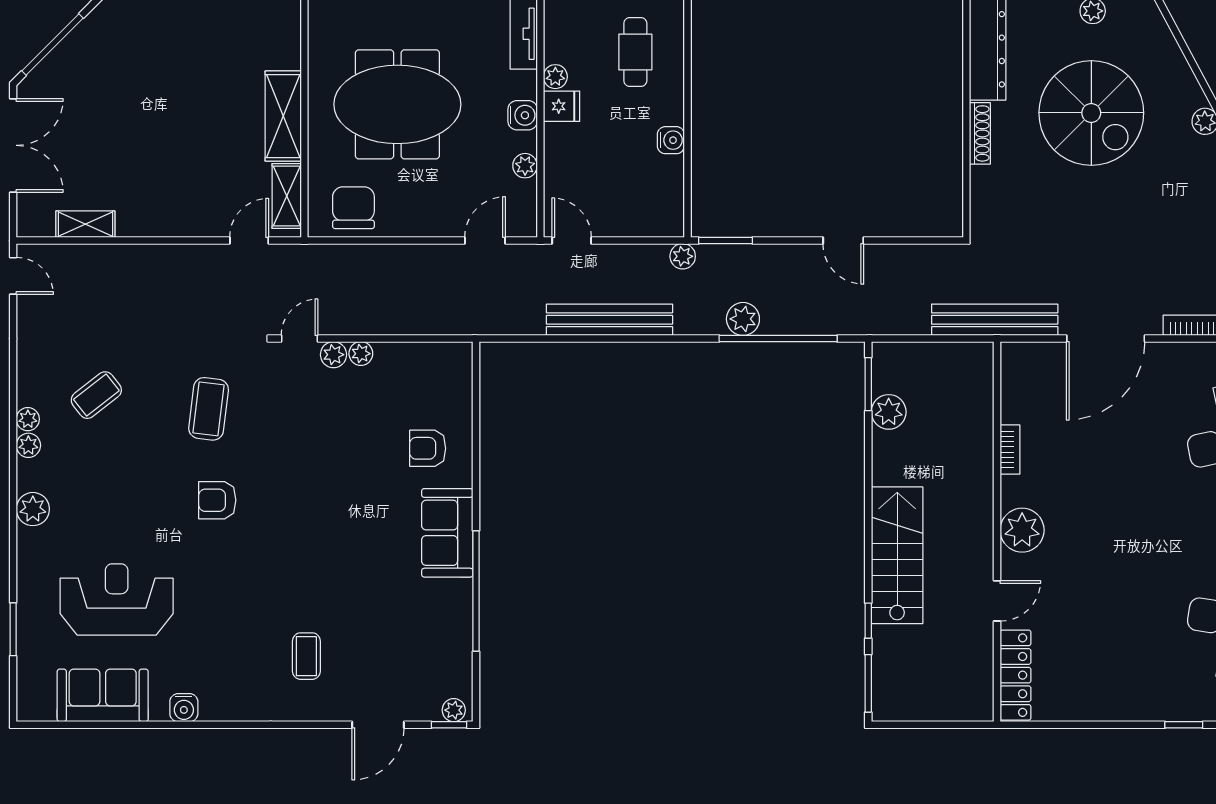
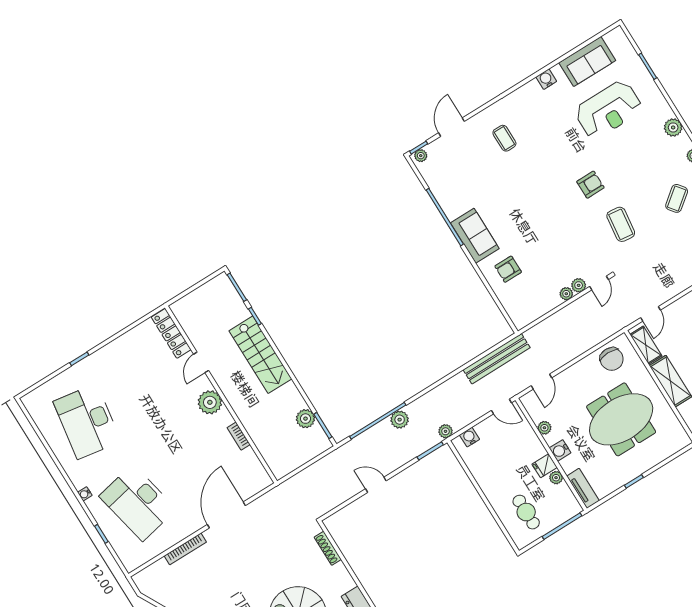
shoe rack: (980, 133) -> (328, 548), moved
water cooler: (671, 140) -> (470, 437), moved, turned 90
bench: (610, 320) -> (497, 359), moved
bench: (995, 320) -> (283, 492), removed
armchair: (428, 448) -> (508, 269), turned 180

